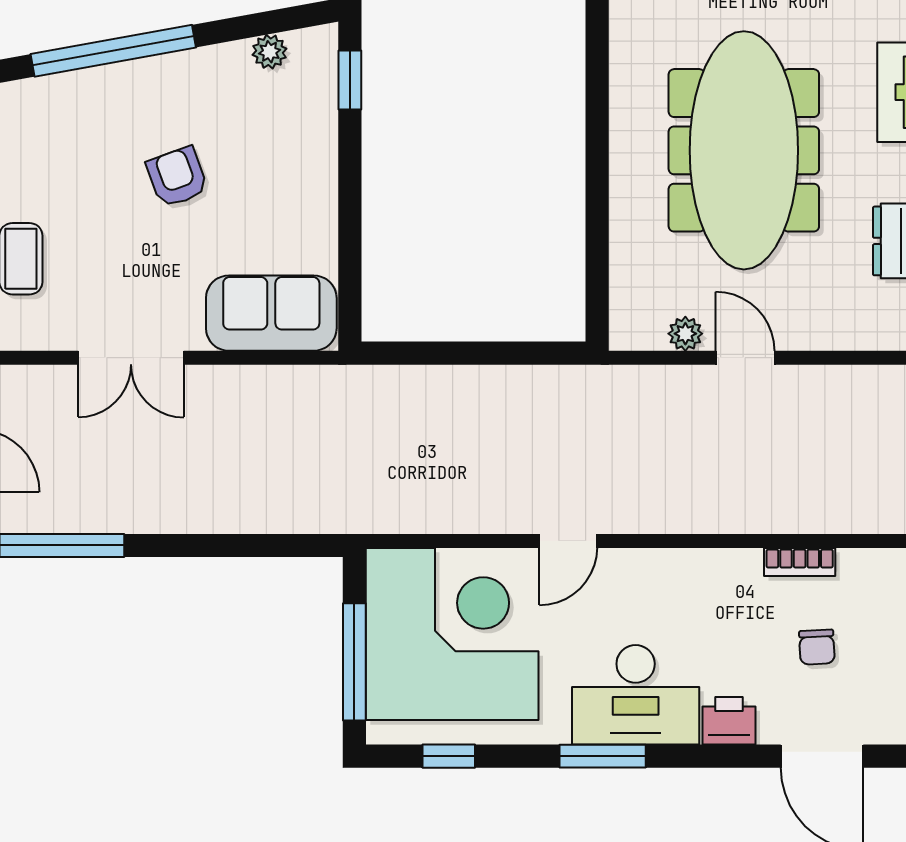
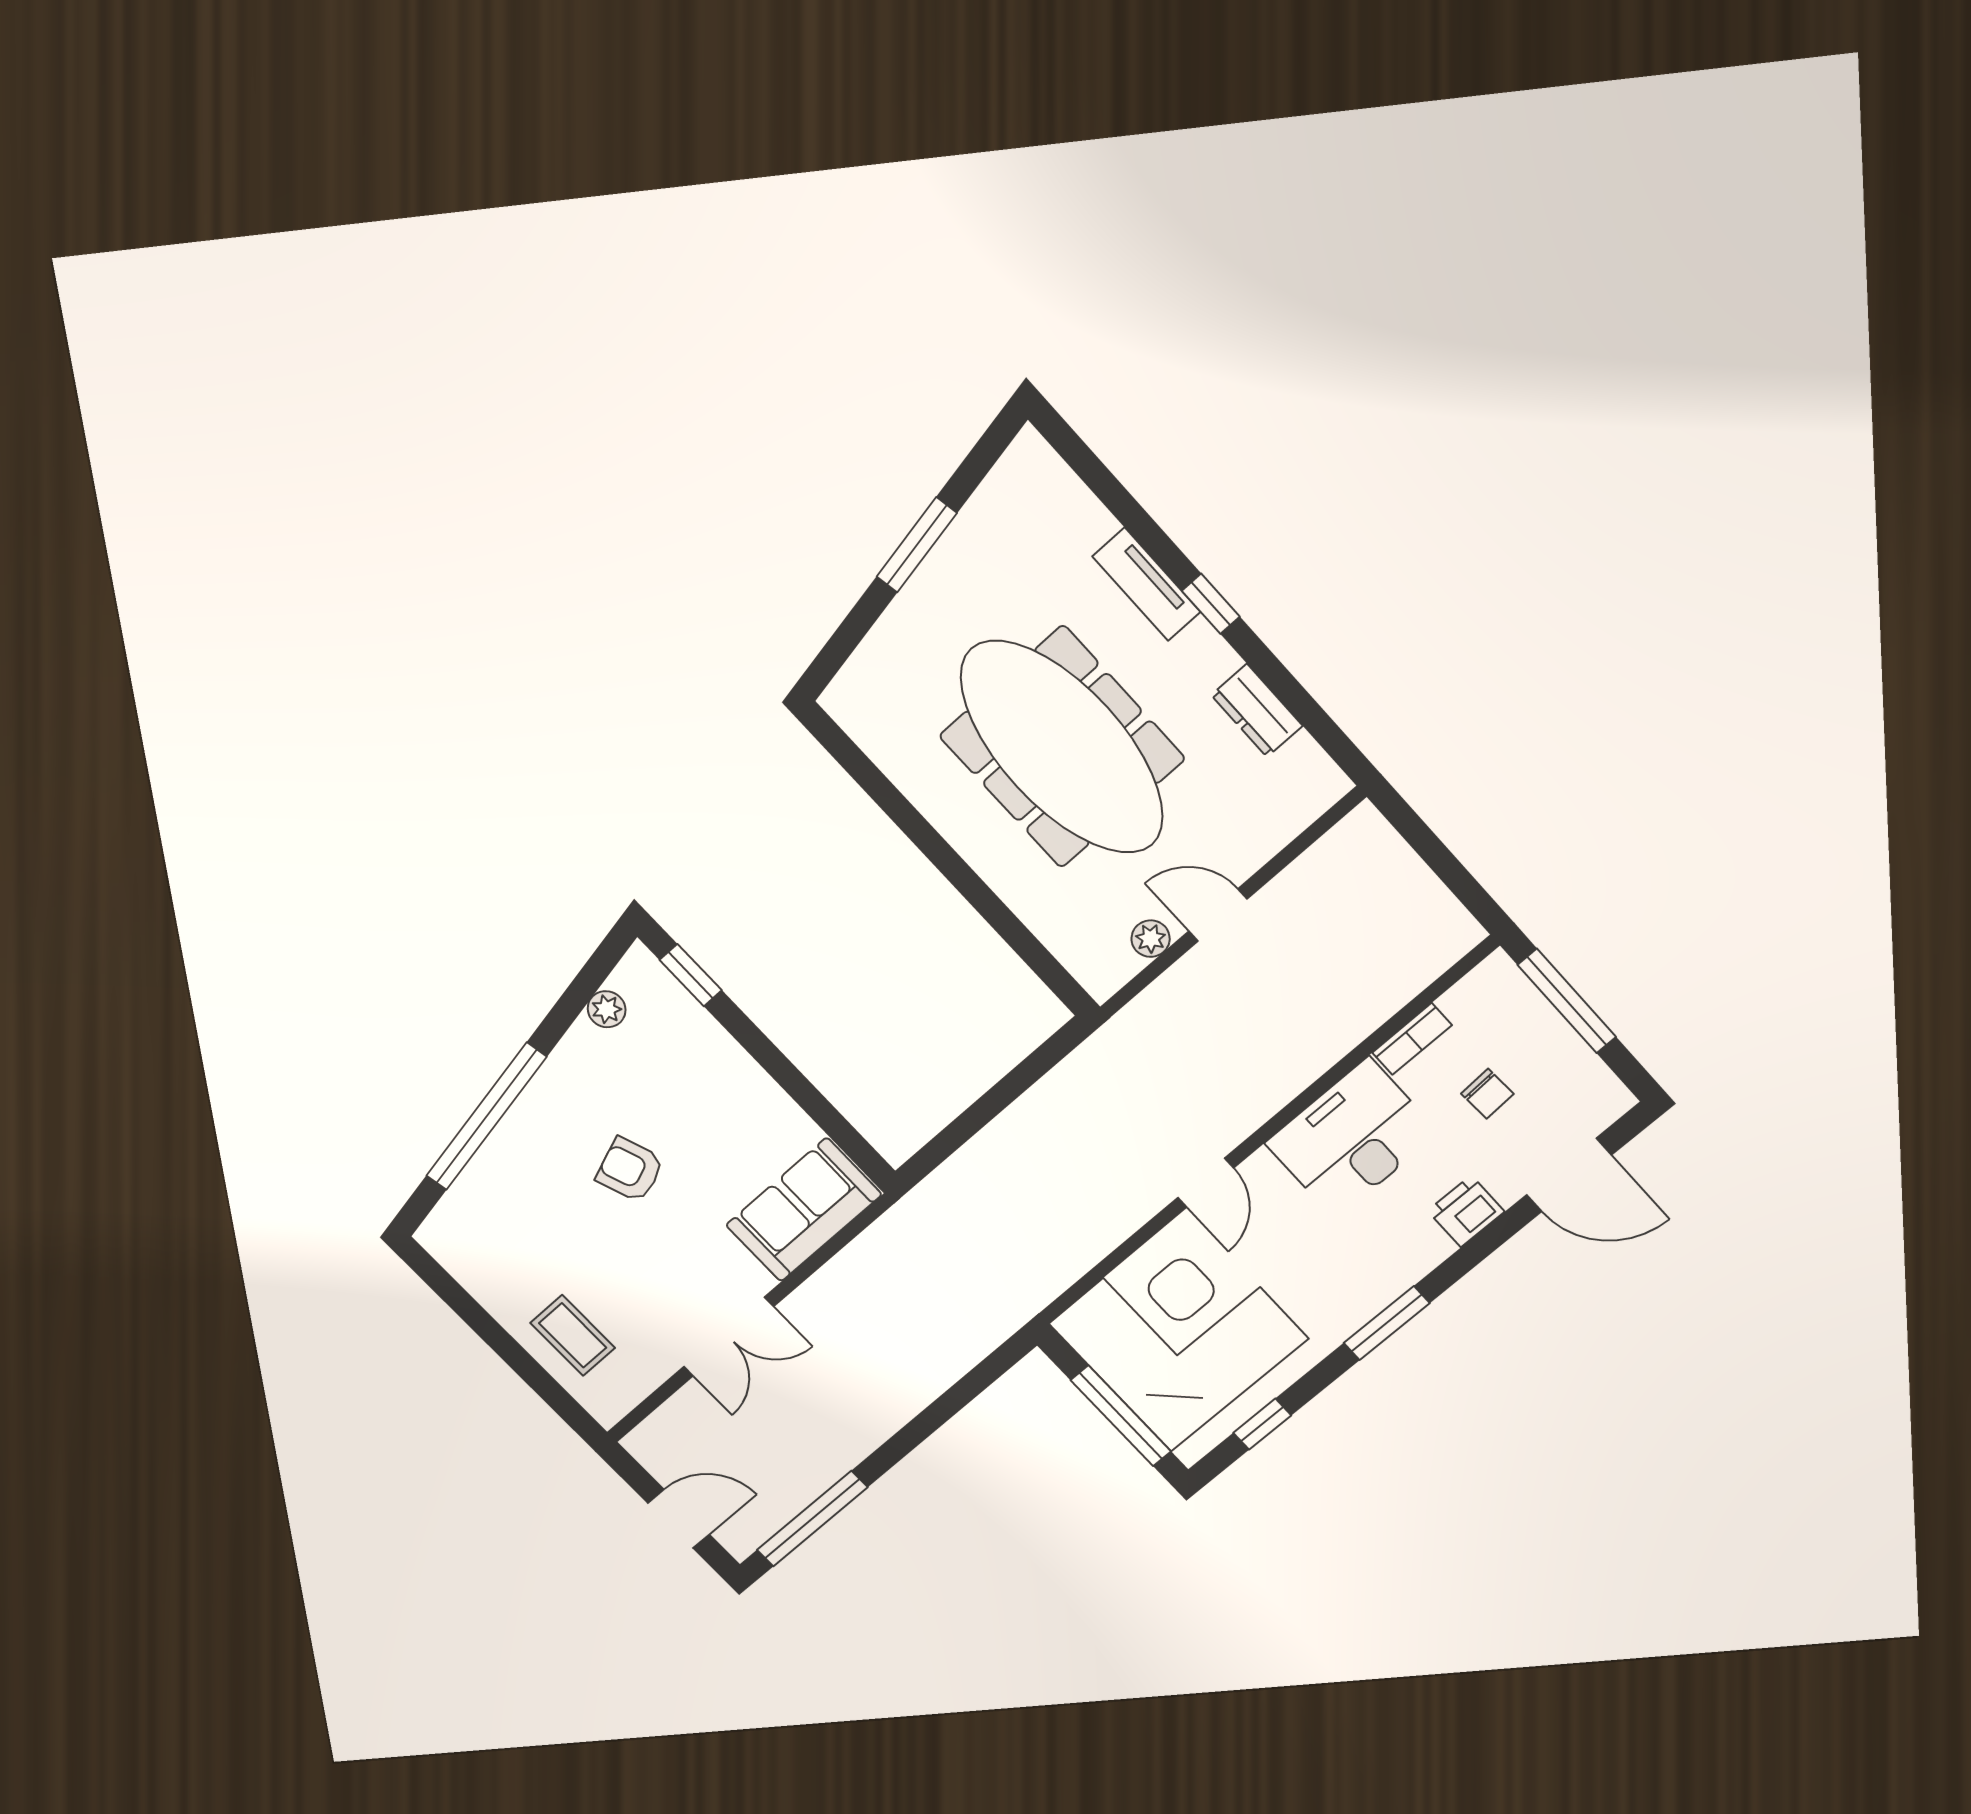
desk: (636, 695) -> (1352, 1138), moved, turned 180

